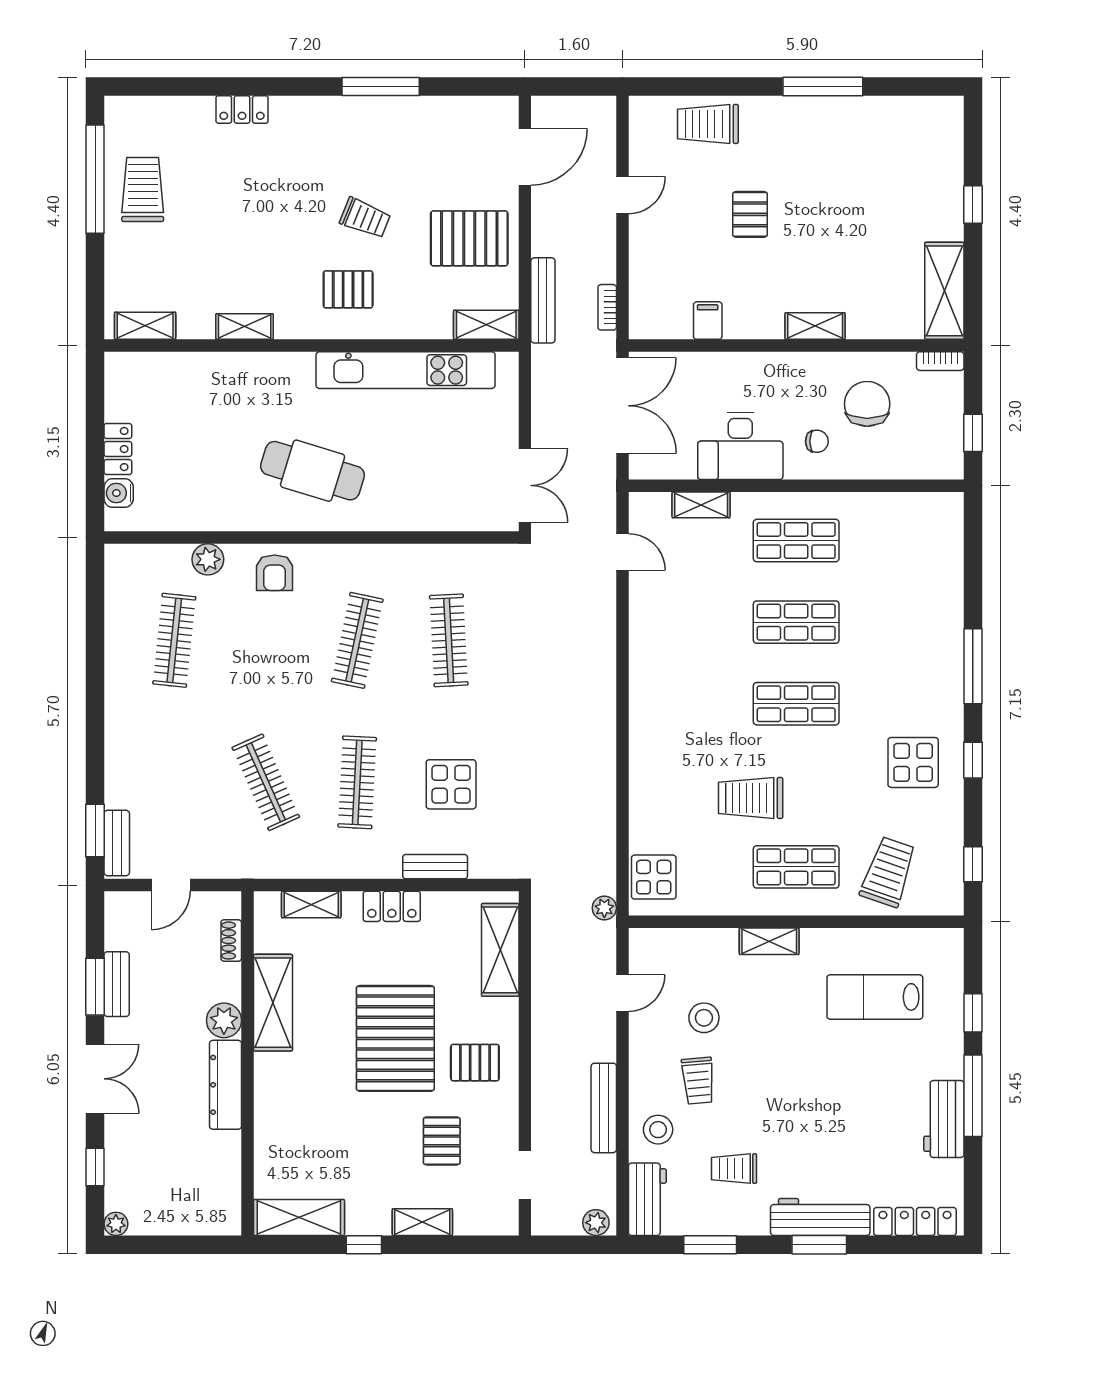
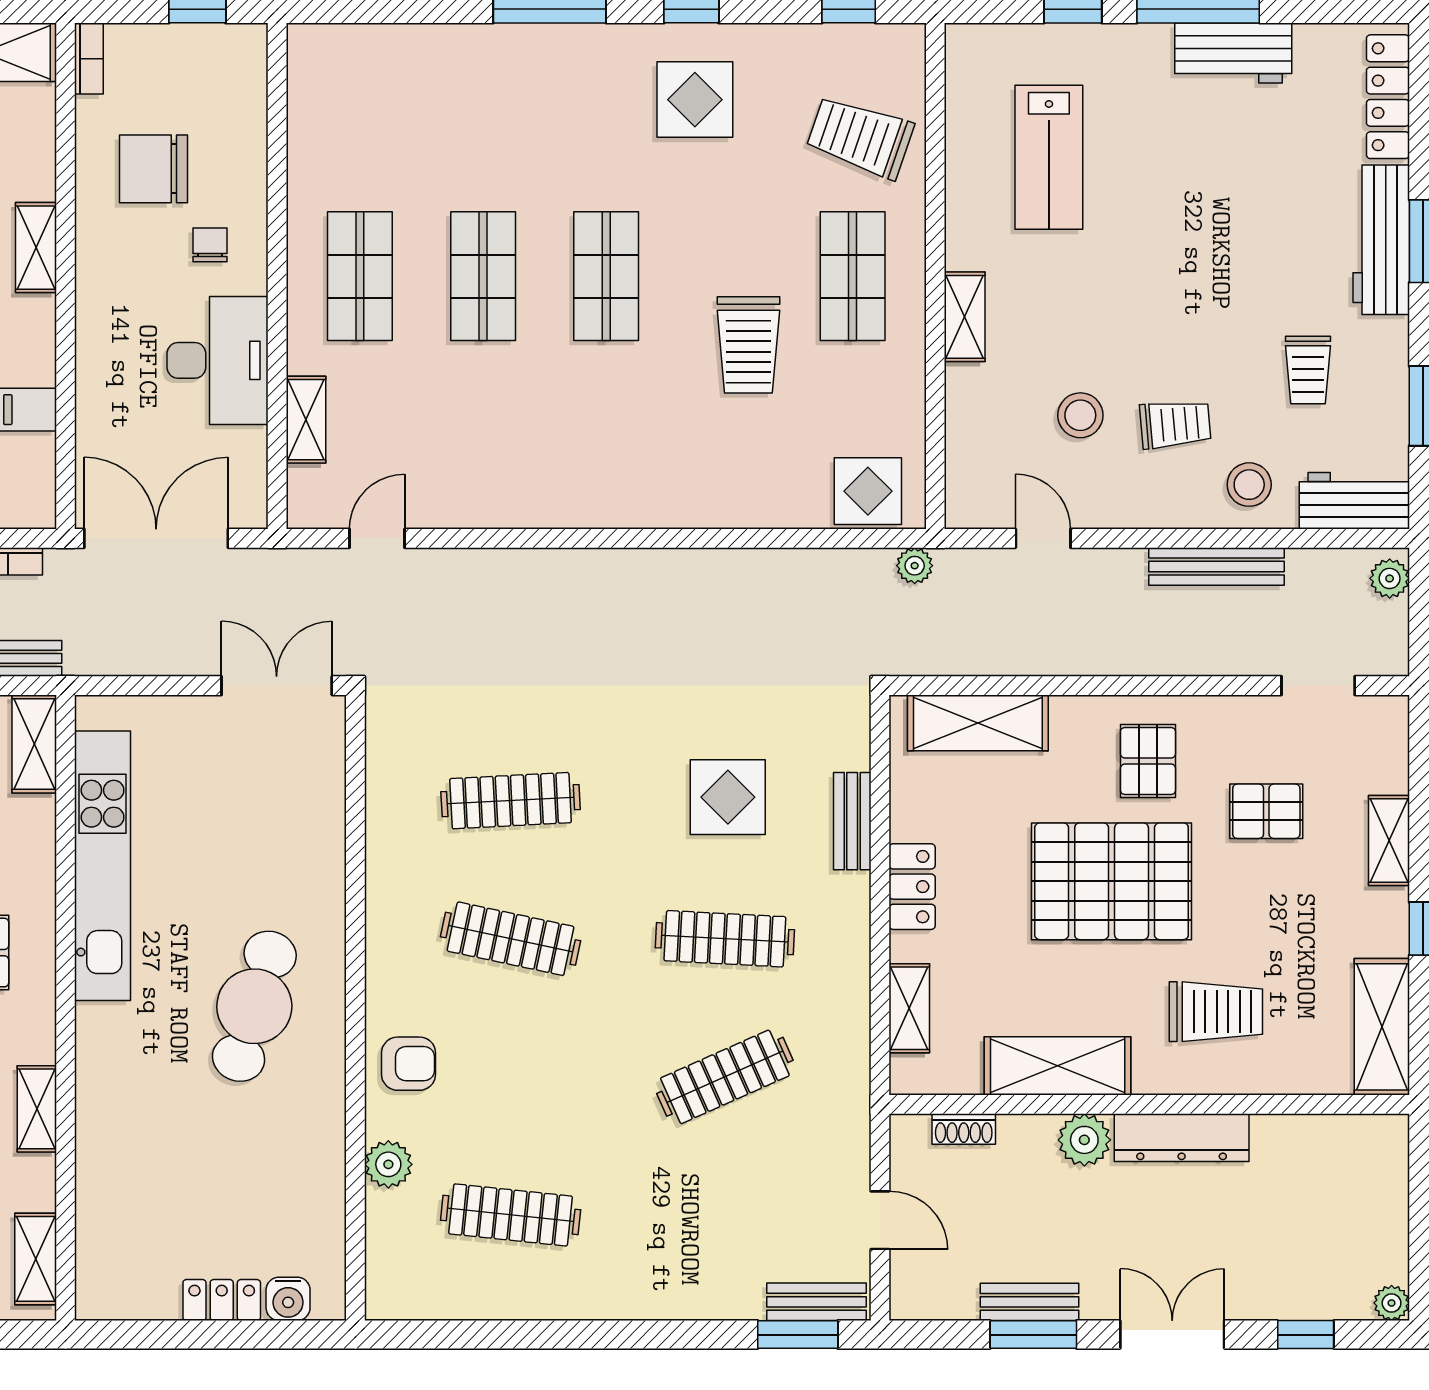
trolley: (309, 1108) -> (1216, 1012), added

